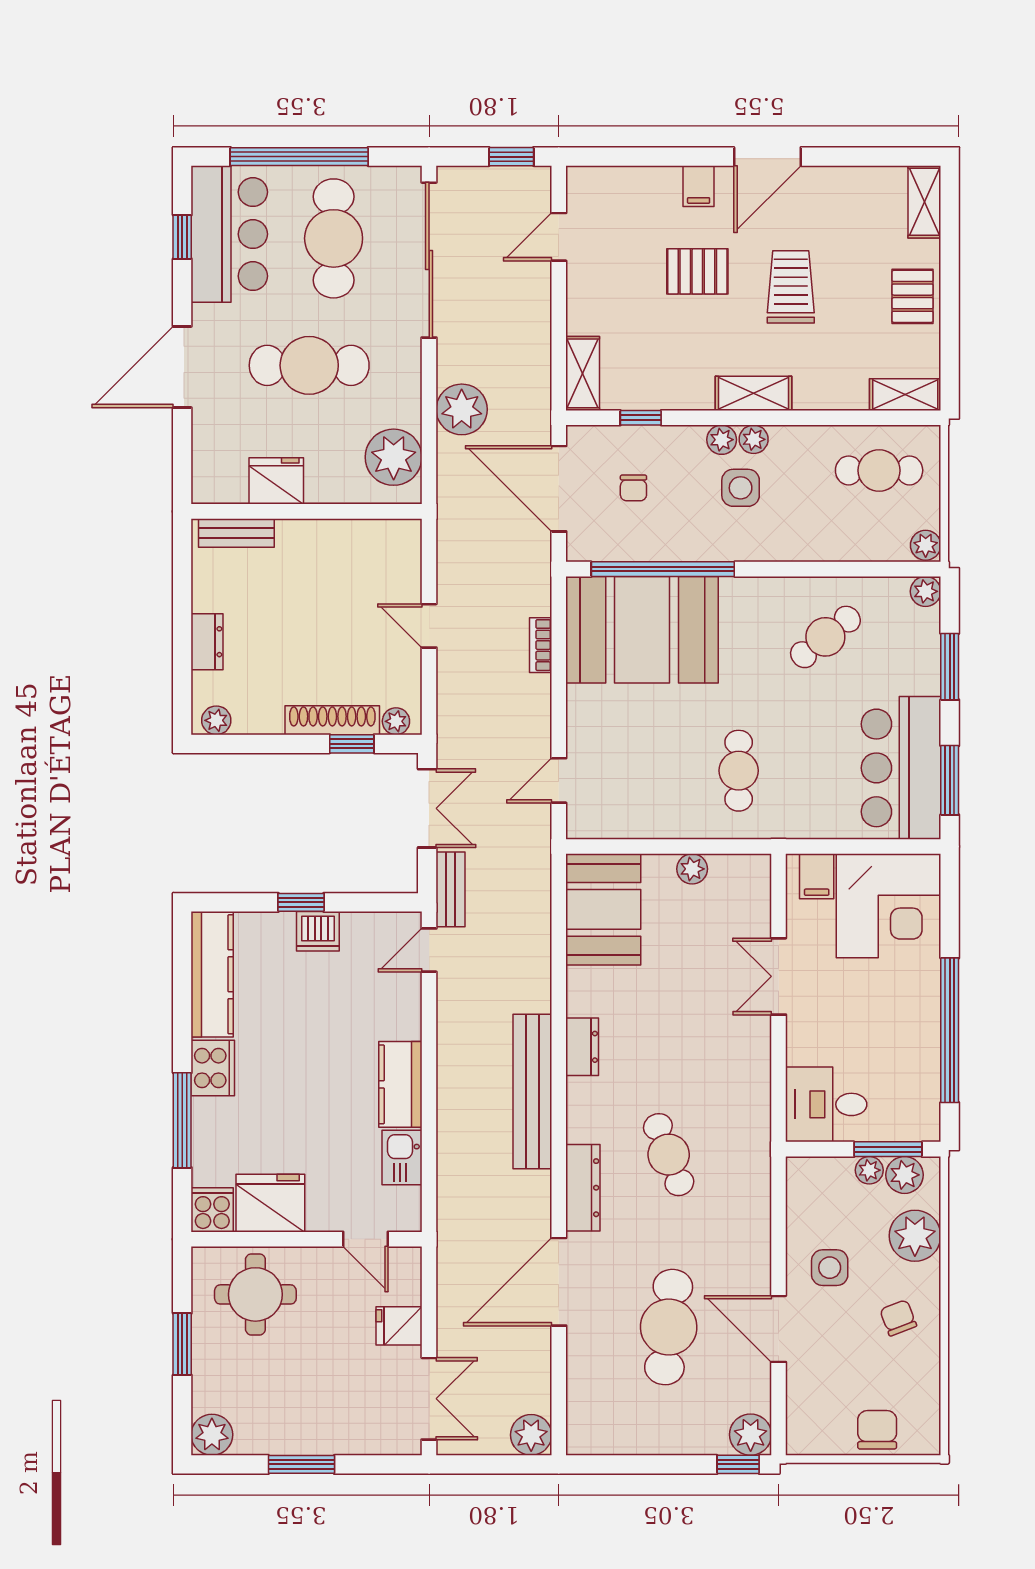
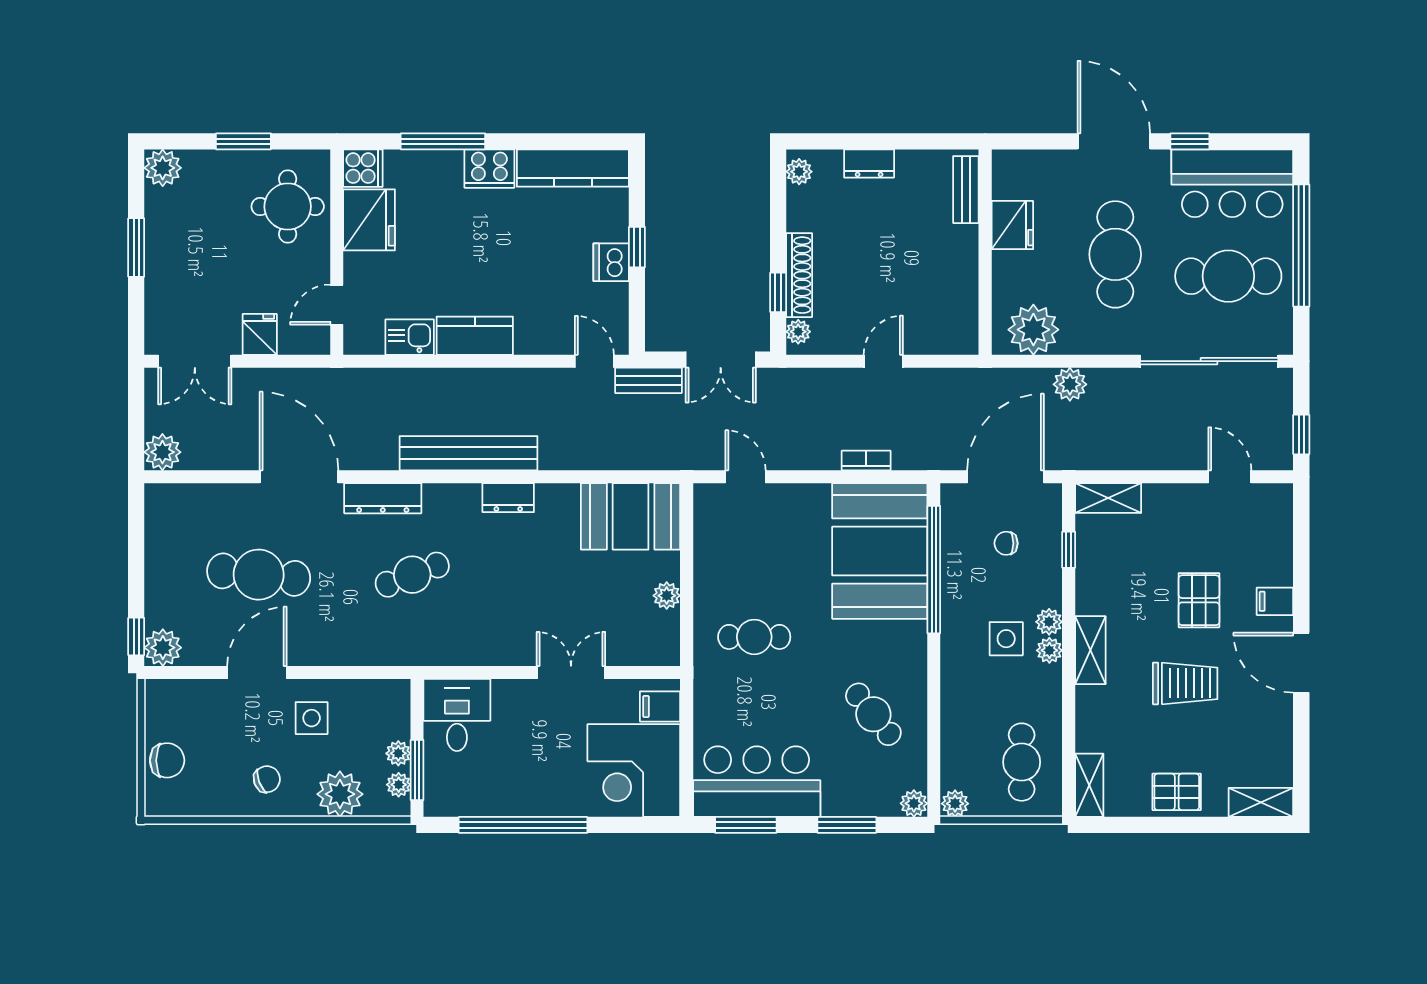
window: (182, 237) -> (1190, 141), moved
plant: (462, 409) -> (1070, 384), width x0.73, depth x0.73
plant: (905, 1175) -> (399, 785), width x0.73, depth x0.73

